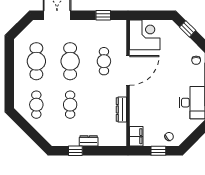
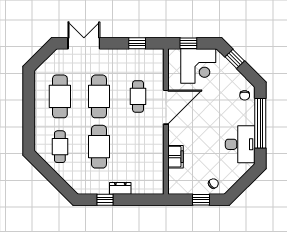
window: (148, 15) -> (188, 43), added
corner desk: (145, 35) -> (198, 66), moved, turned 90
cafe table: (70, 105) -> (99, 147), width x1.37, depth x1.35
dresser: (121, 109) -> (158, 152), removed
filing cabinet: (136, 136) -> (175, 157), moved

